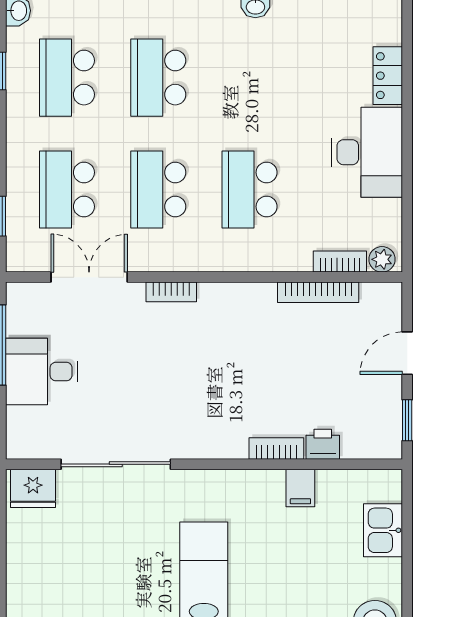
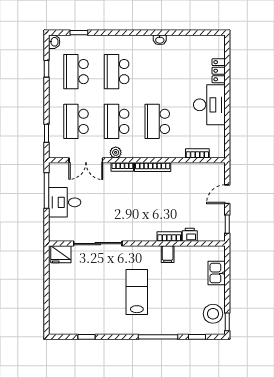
plant: (382, 259) -> (116, 152), moved
double door: (89, 277) -> (86, 160), swing flipped
bookcase: (318, 292) -> (153, 167), moved
filing cabinet: (300, 488) -> (168, 254), moved

